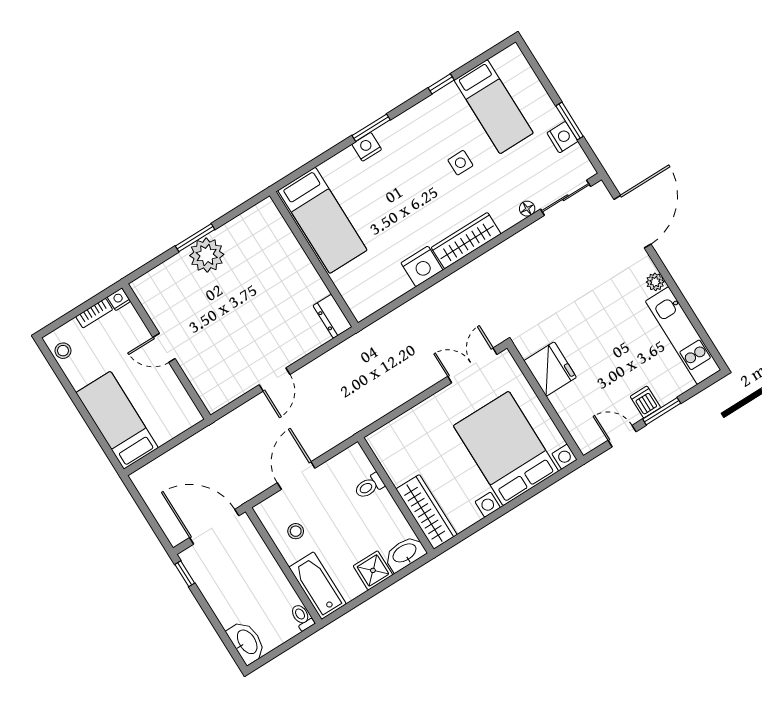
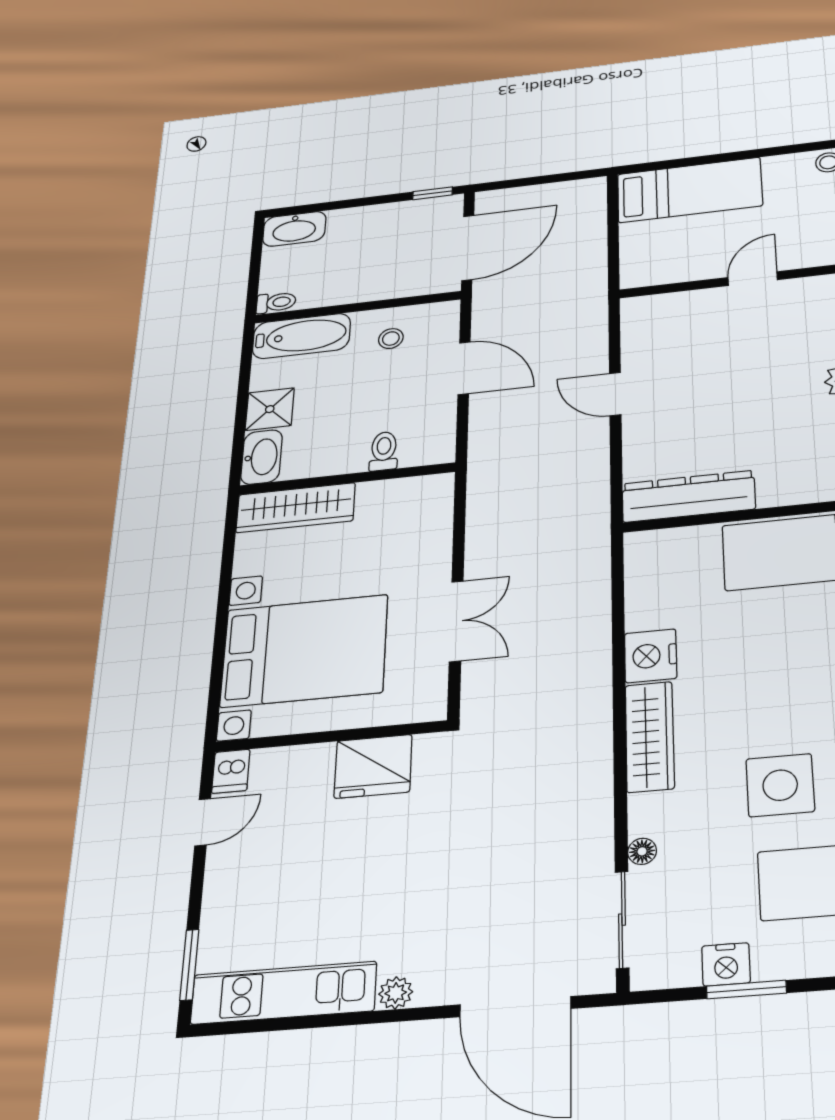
side table: (460, 163) -> (780, 785), width x1.87, depth x1.87
dresser: (332, 316) -> (688, 496), width x1.96, depth x1.24
double door: (472, 365) -> (456, 621), moved
dishwasher: (645, 402) -> (231, 771), moved, turned 90
window: (662, 411) -> (189, 965), moved

